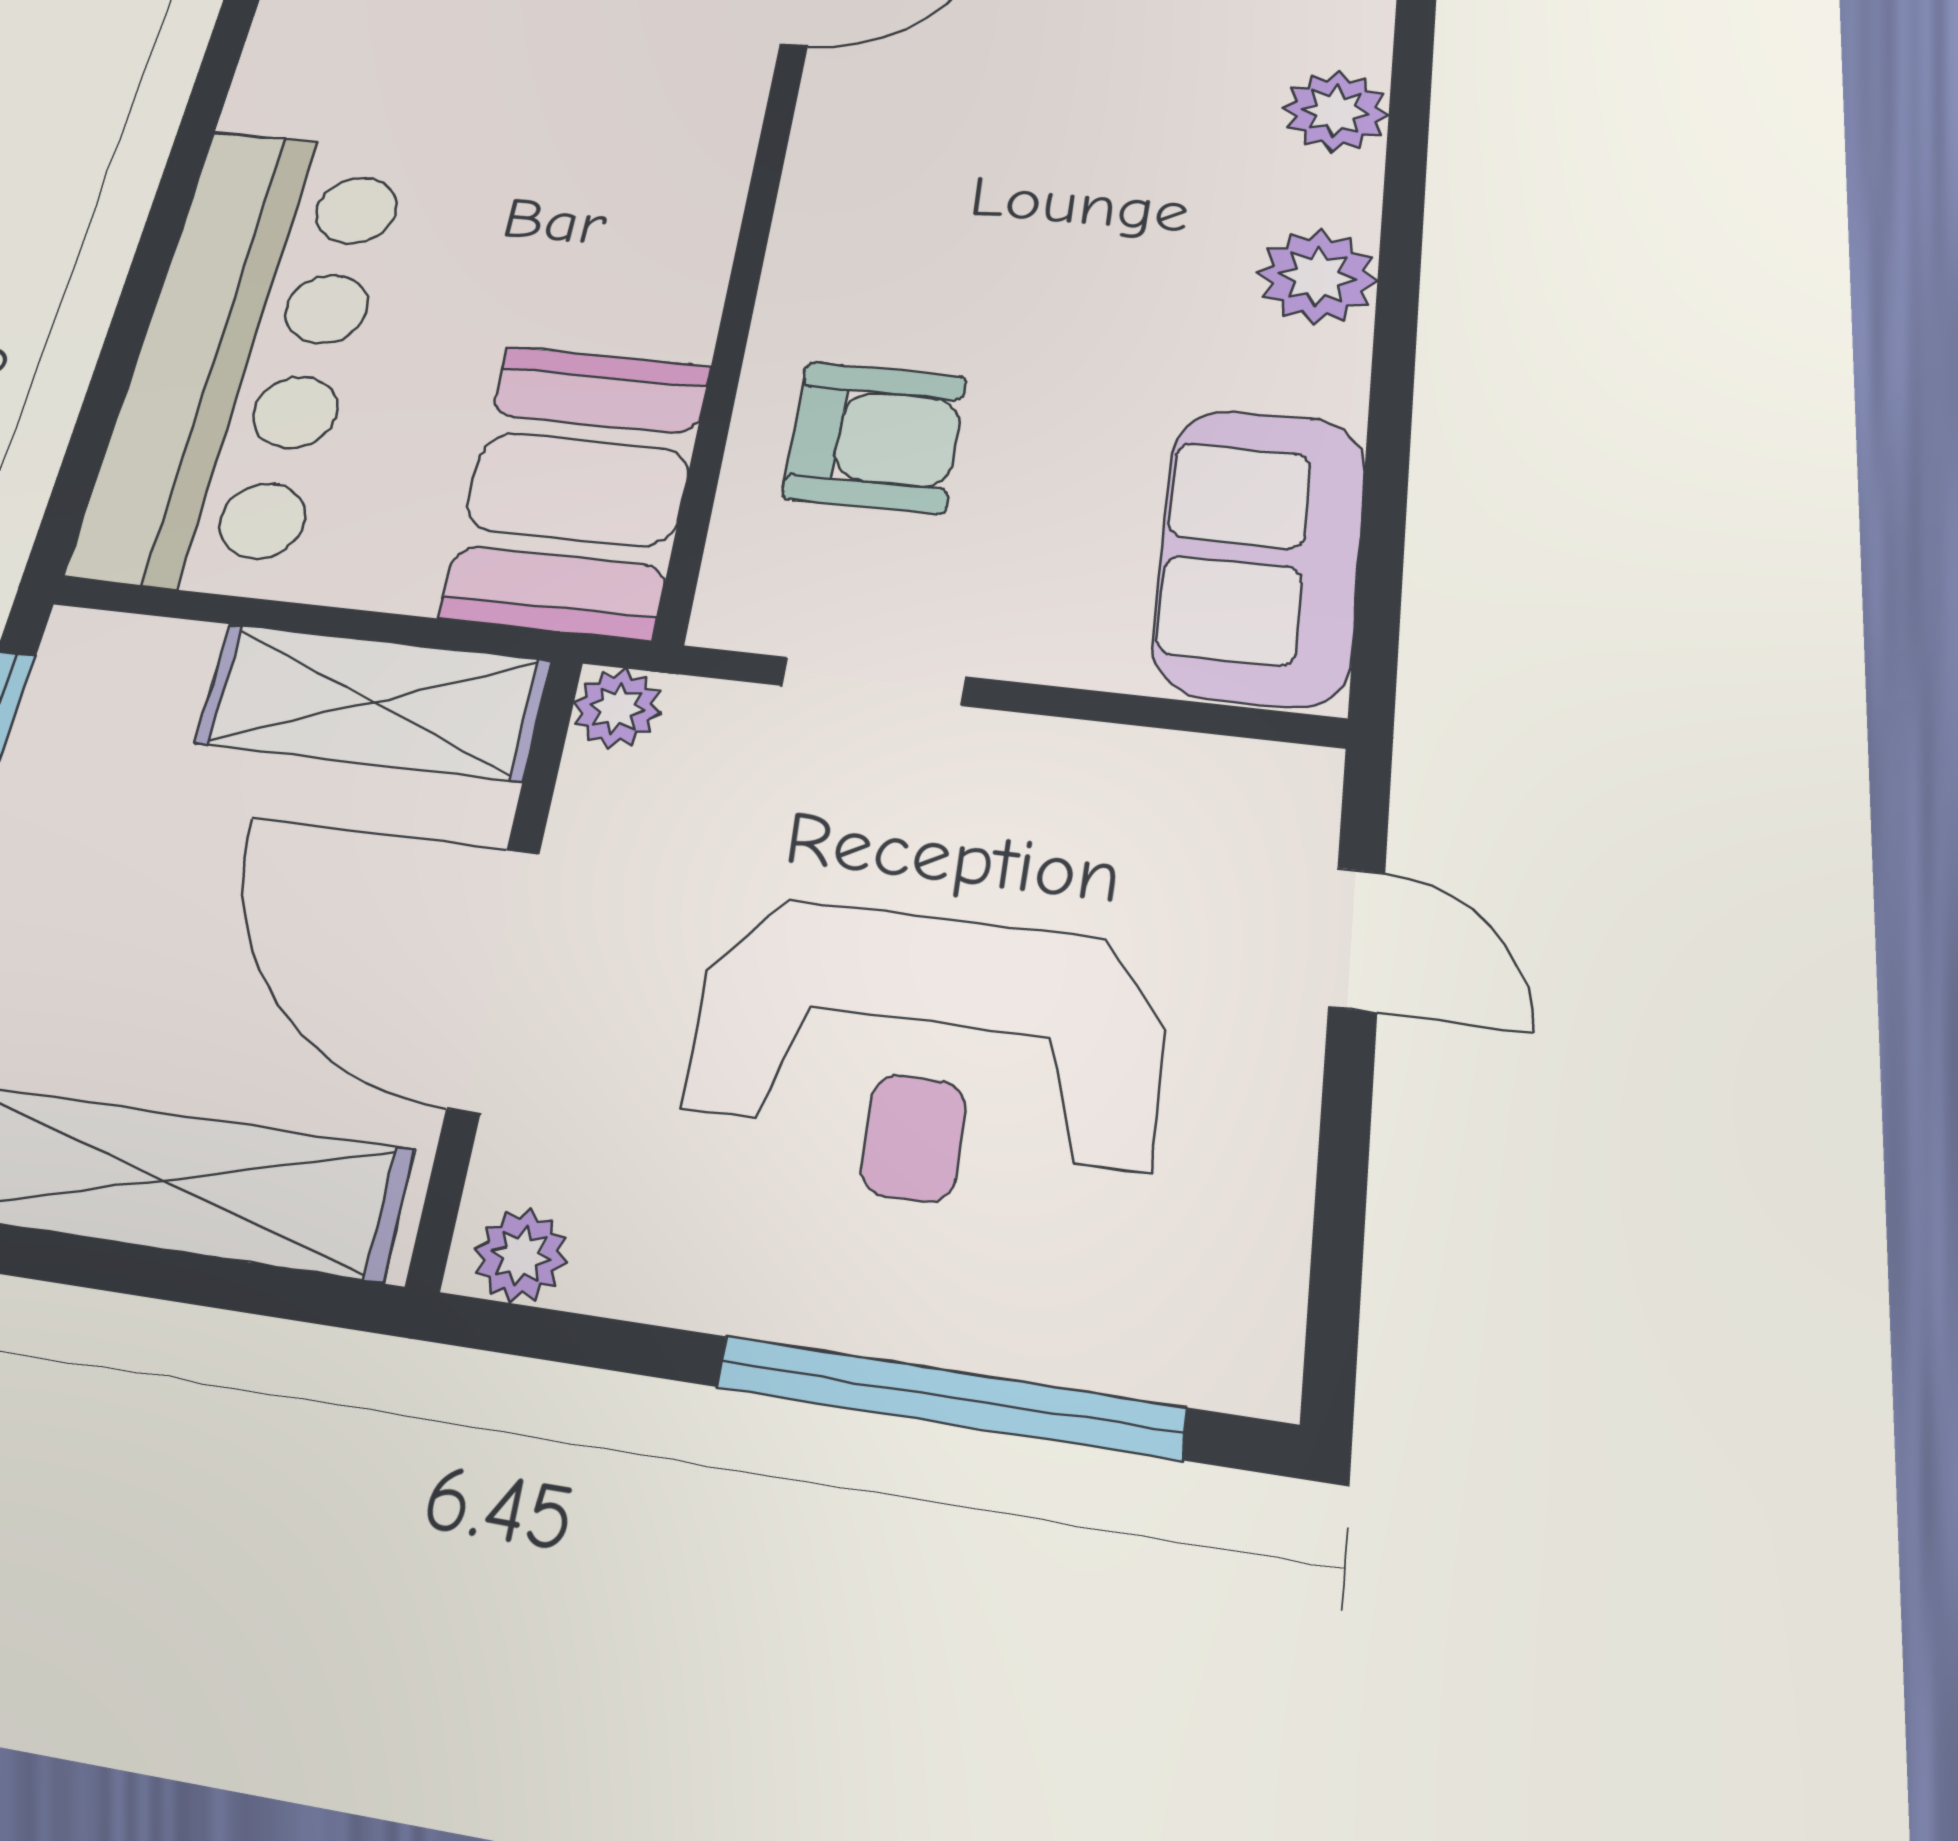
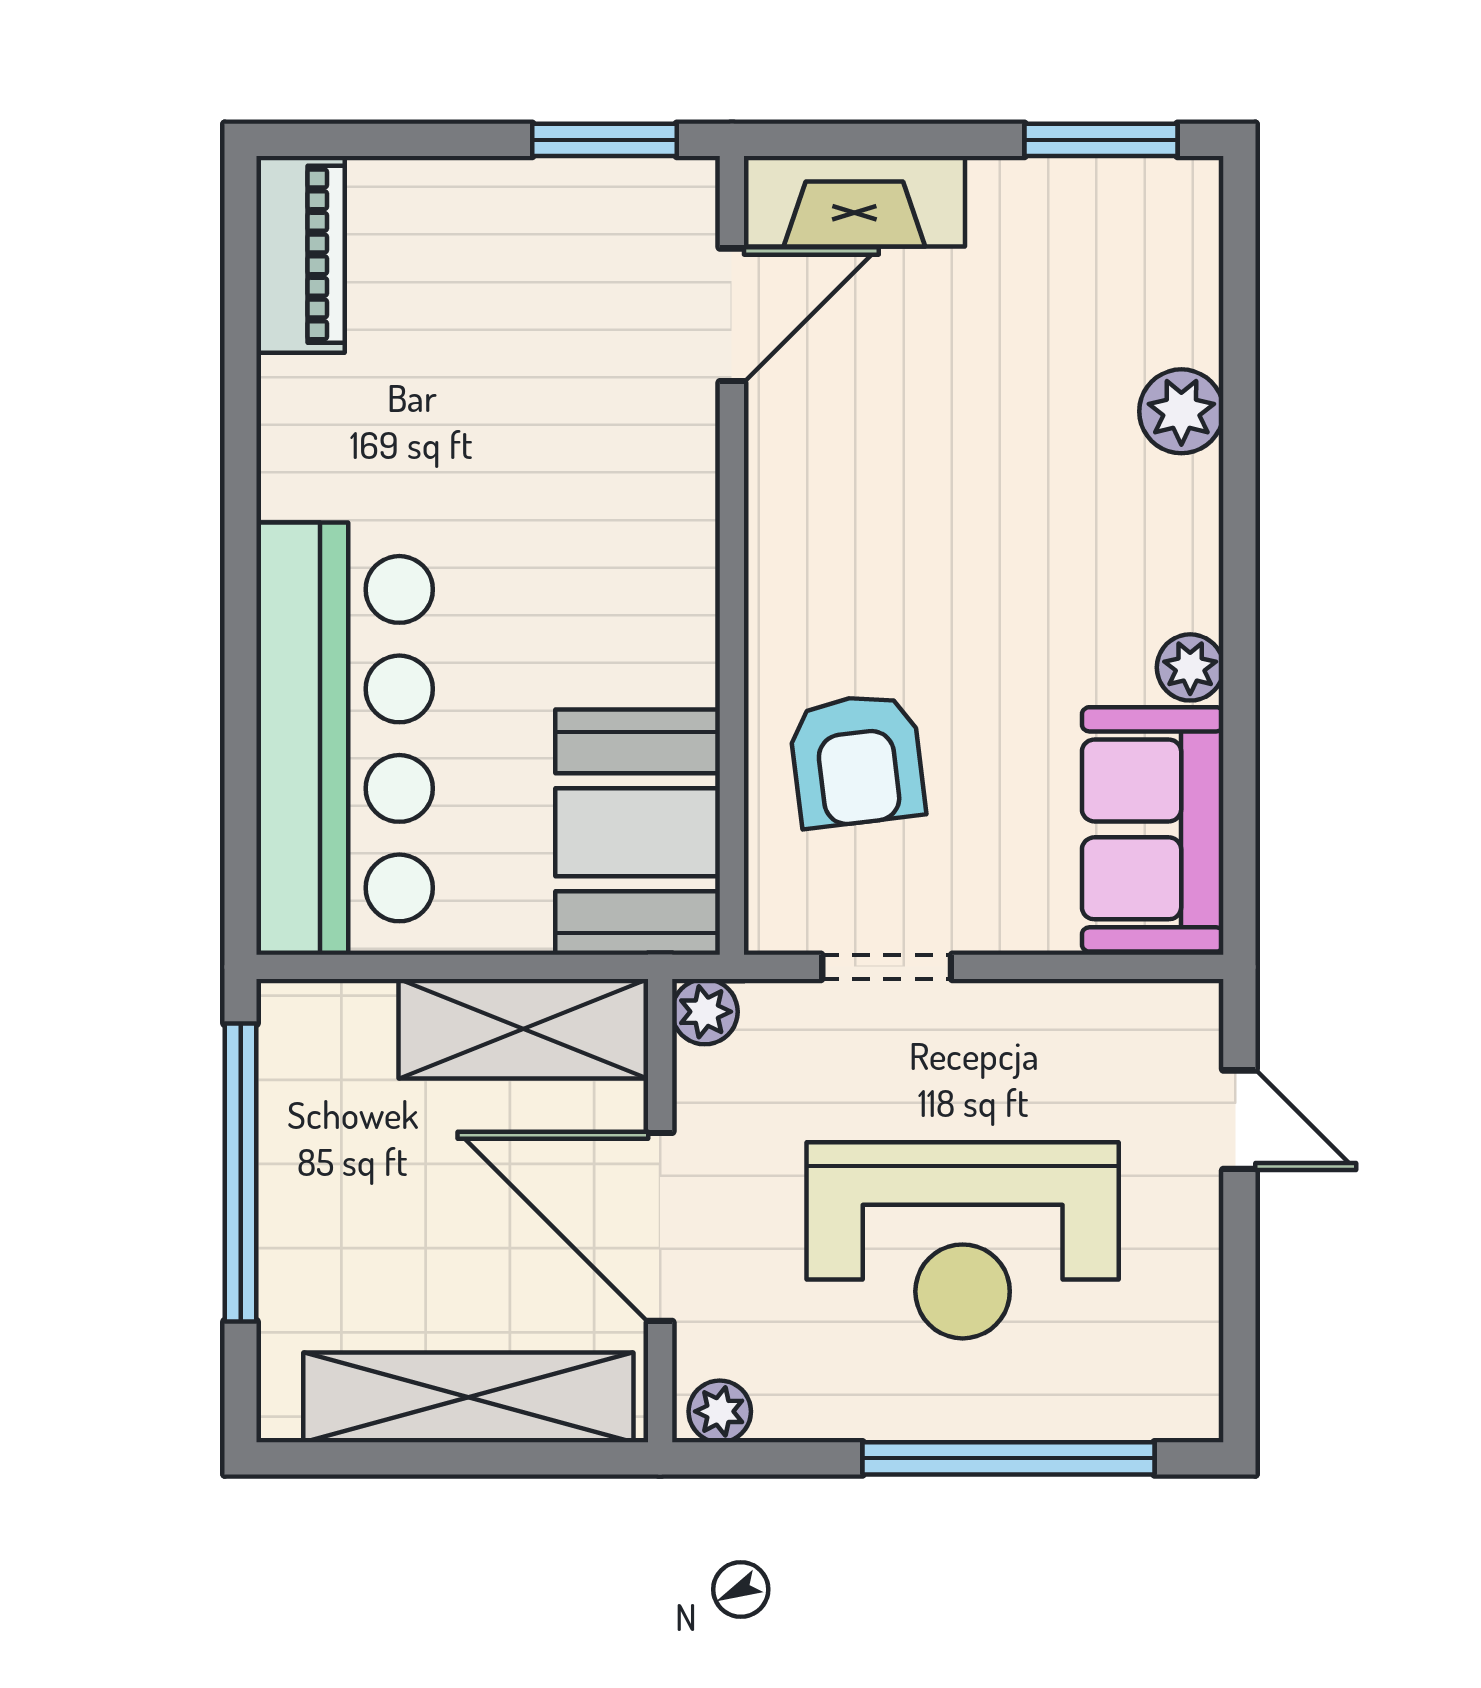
plant: (1317, 277) -> (1190, 667), moved, width x0.73, depth x0.73
armchair: (875, 437) -> (857, 760), turned 83

